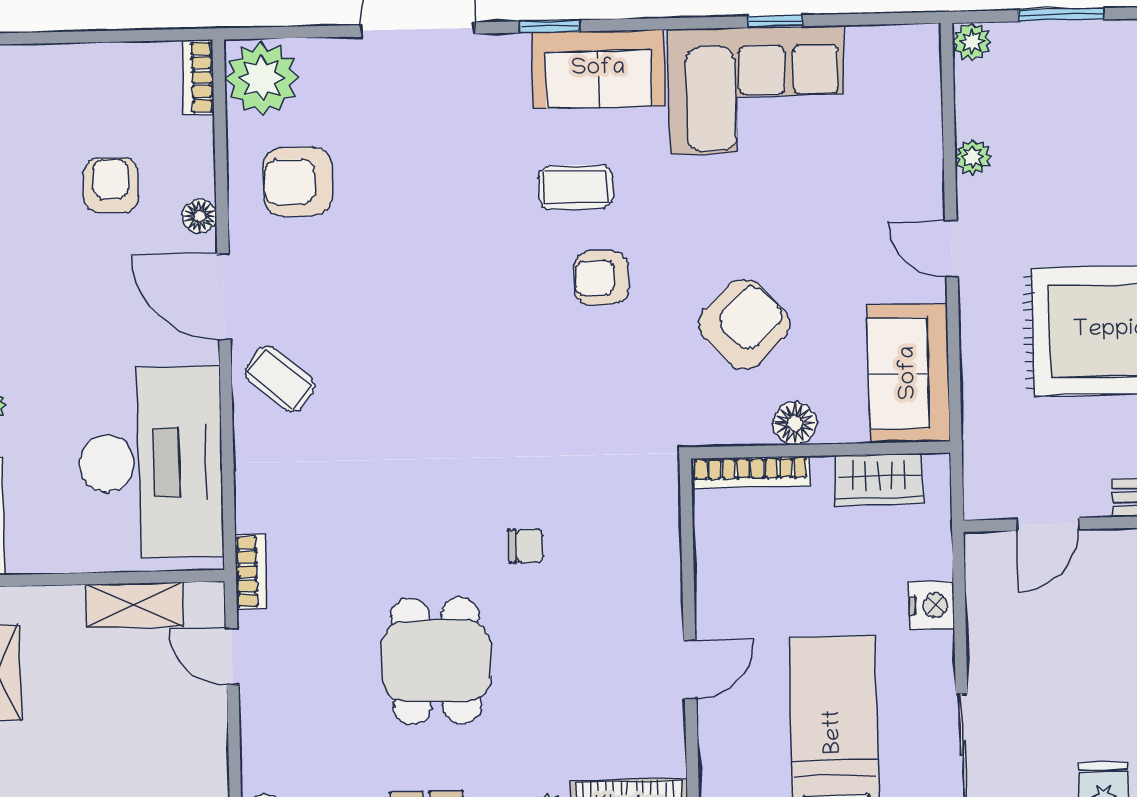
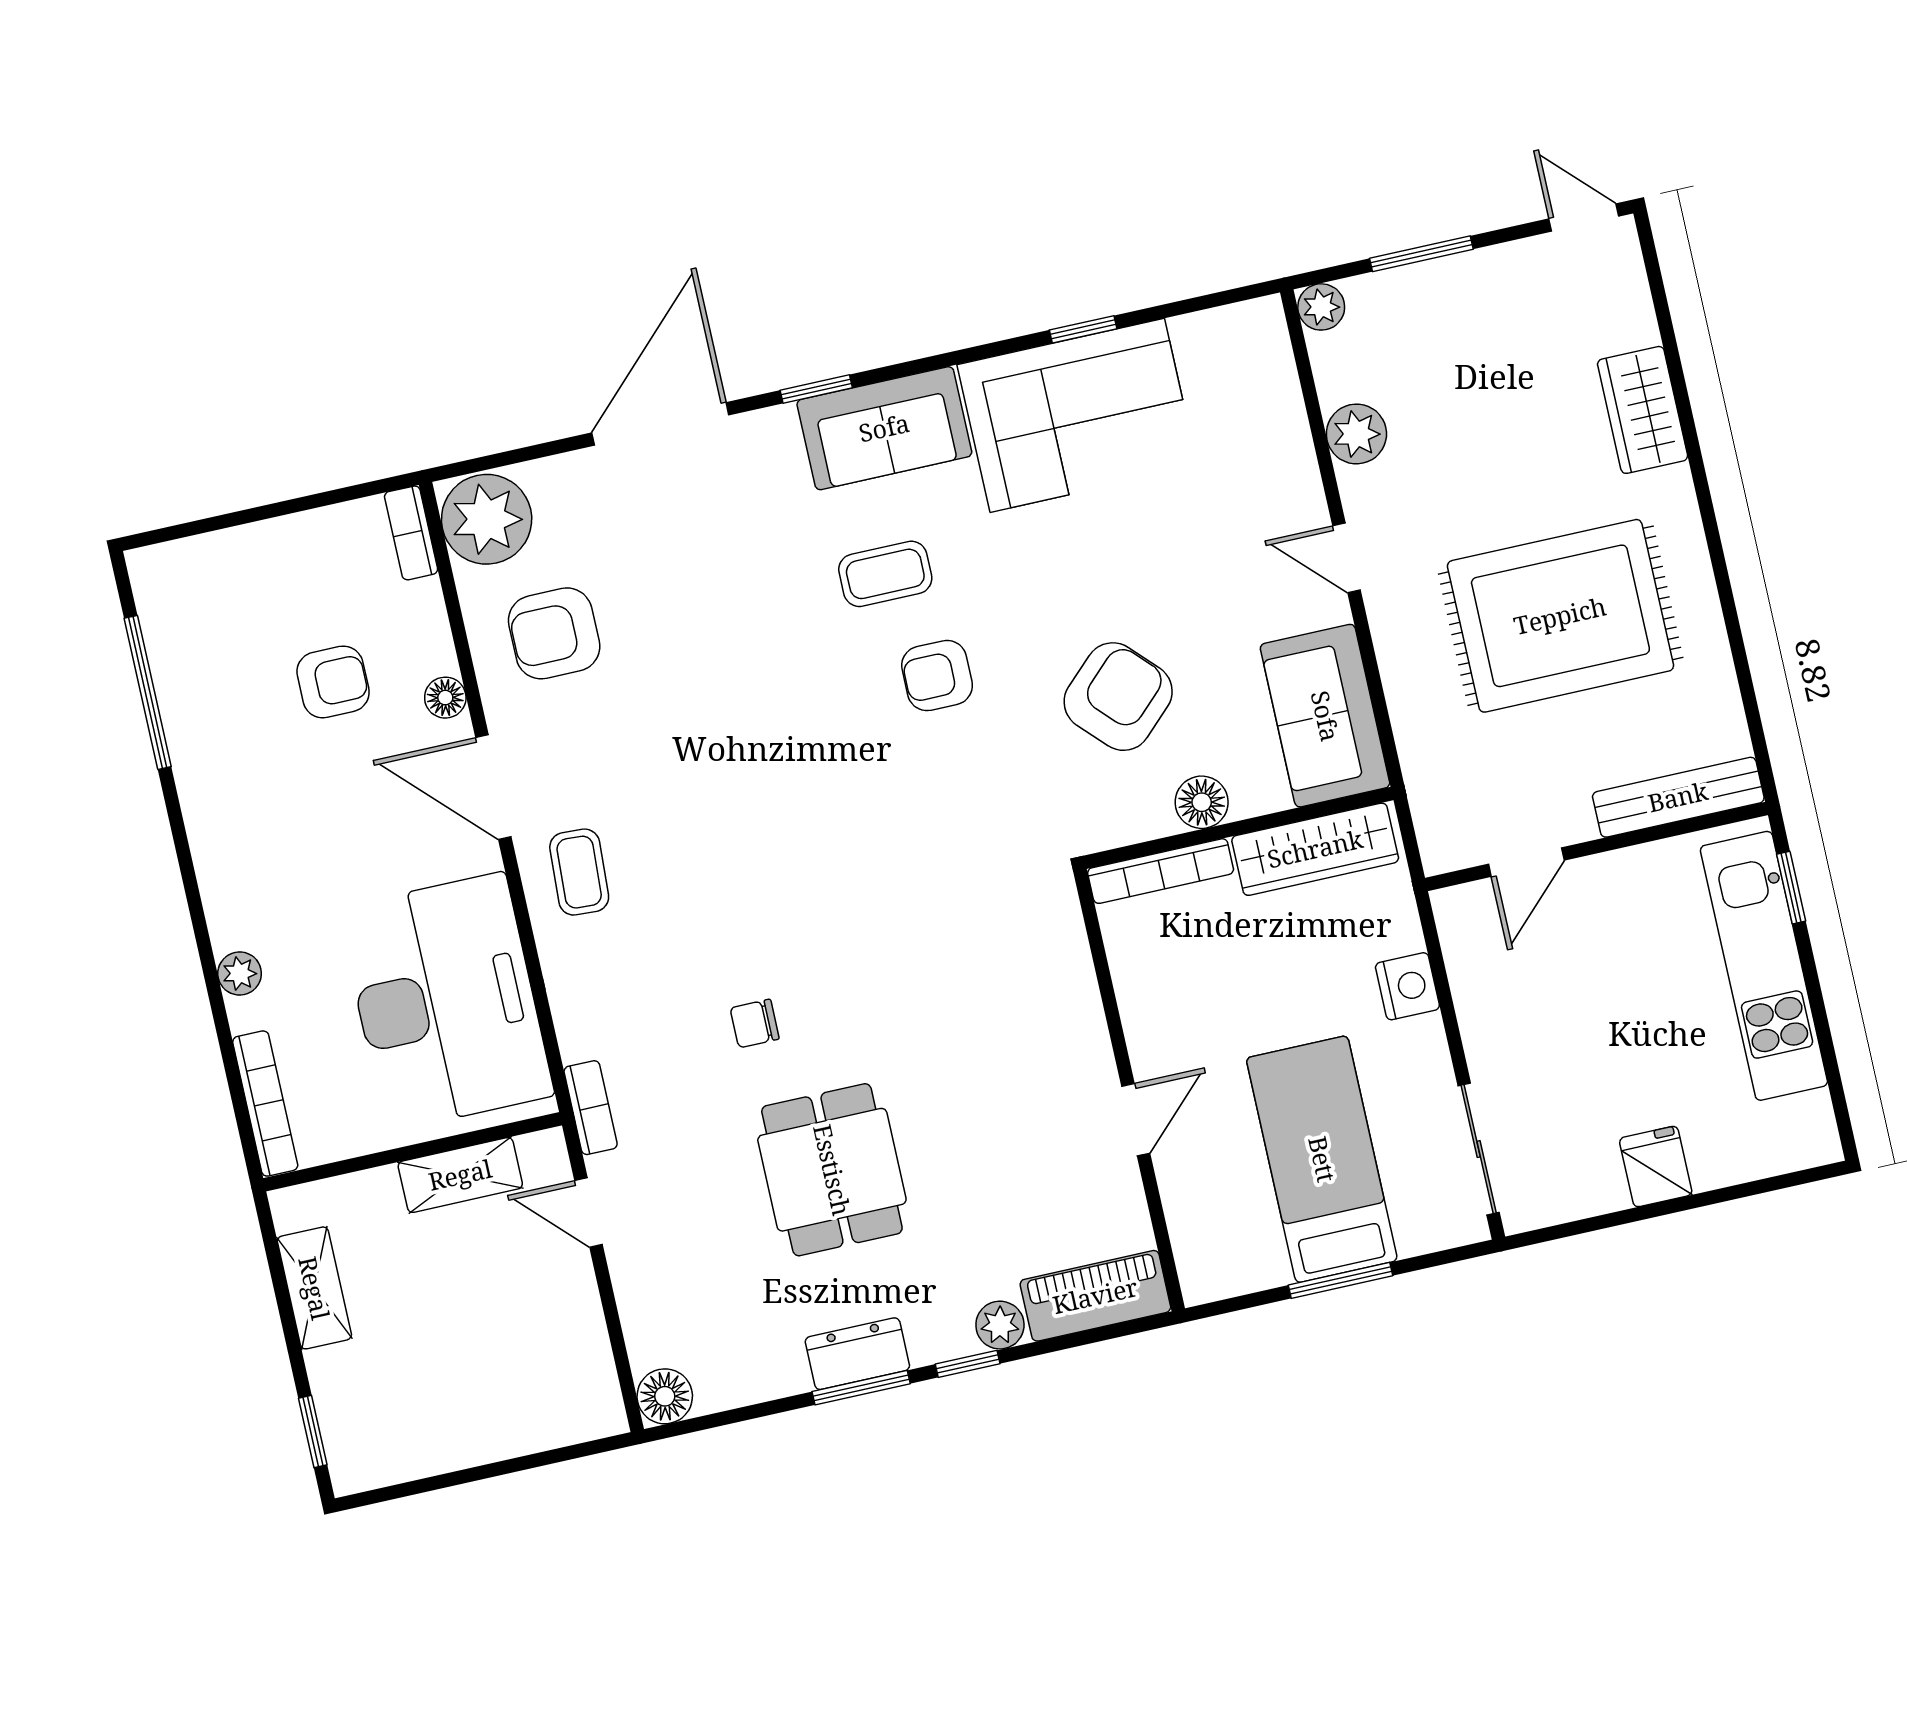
plant: (973, 157) -> (1356, 434), width x1.38, depth x1.38
armchair: (111, 185) -> (333, 682), turned 90
coffee table: (280, 379) -> (579, 872), turned 52
wardrobe: (879, 480) -> (1315, 849), width x1.50
chair: (526, 546) -> (755, 1023), moved, turned 180

